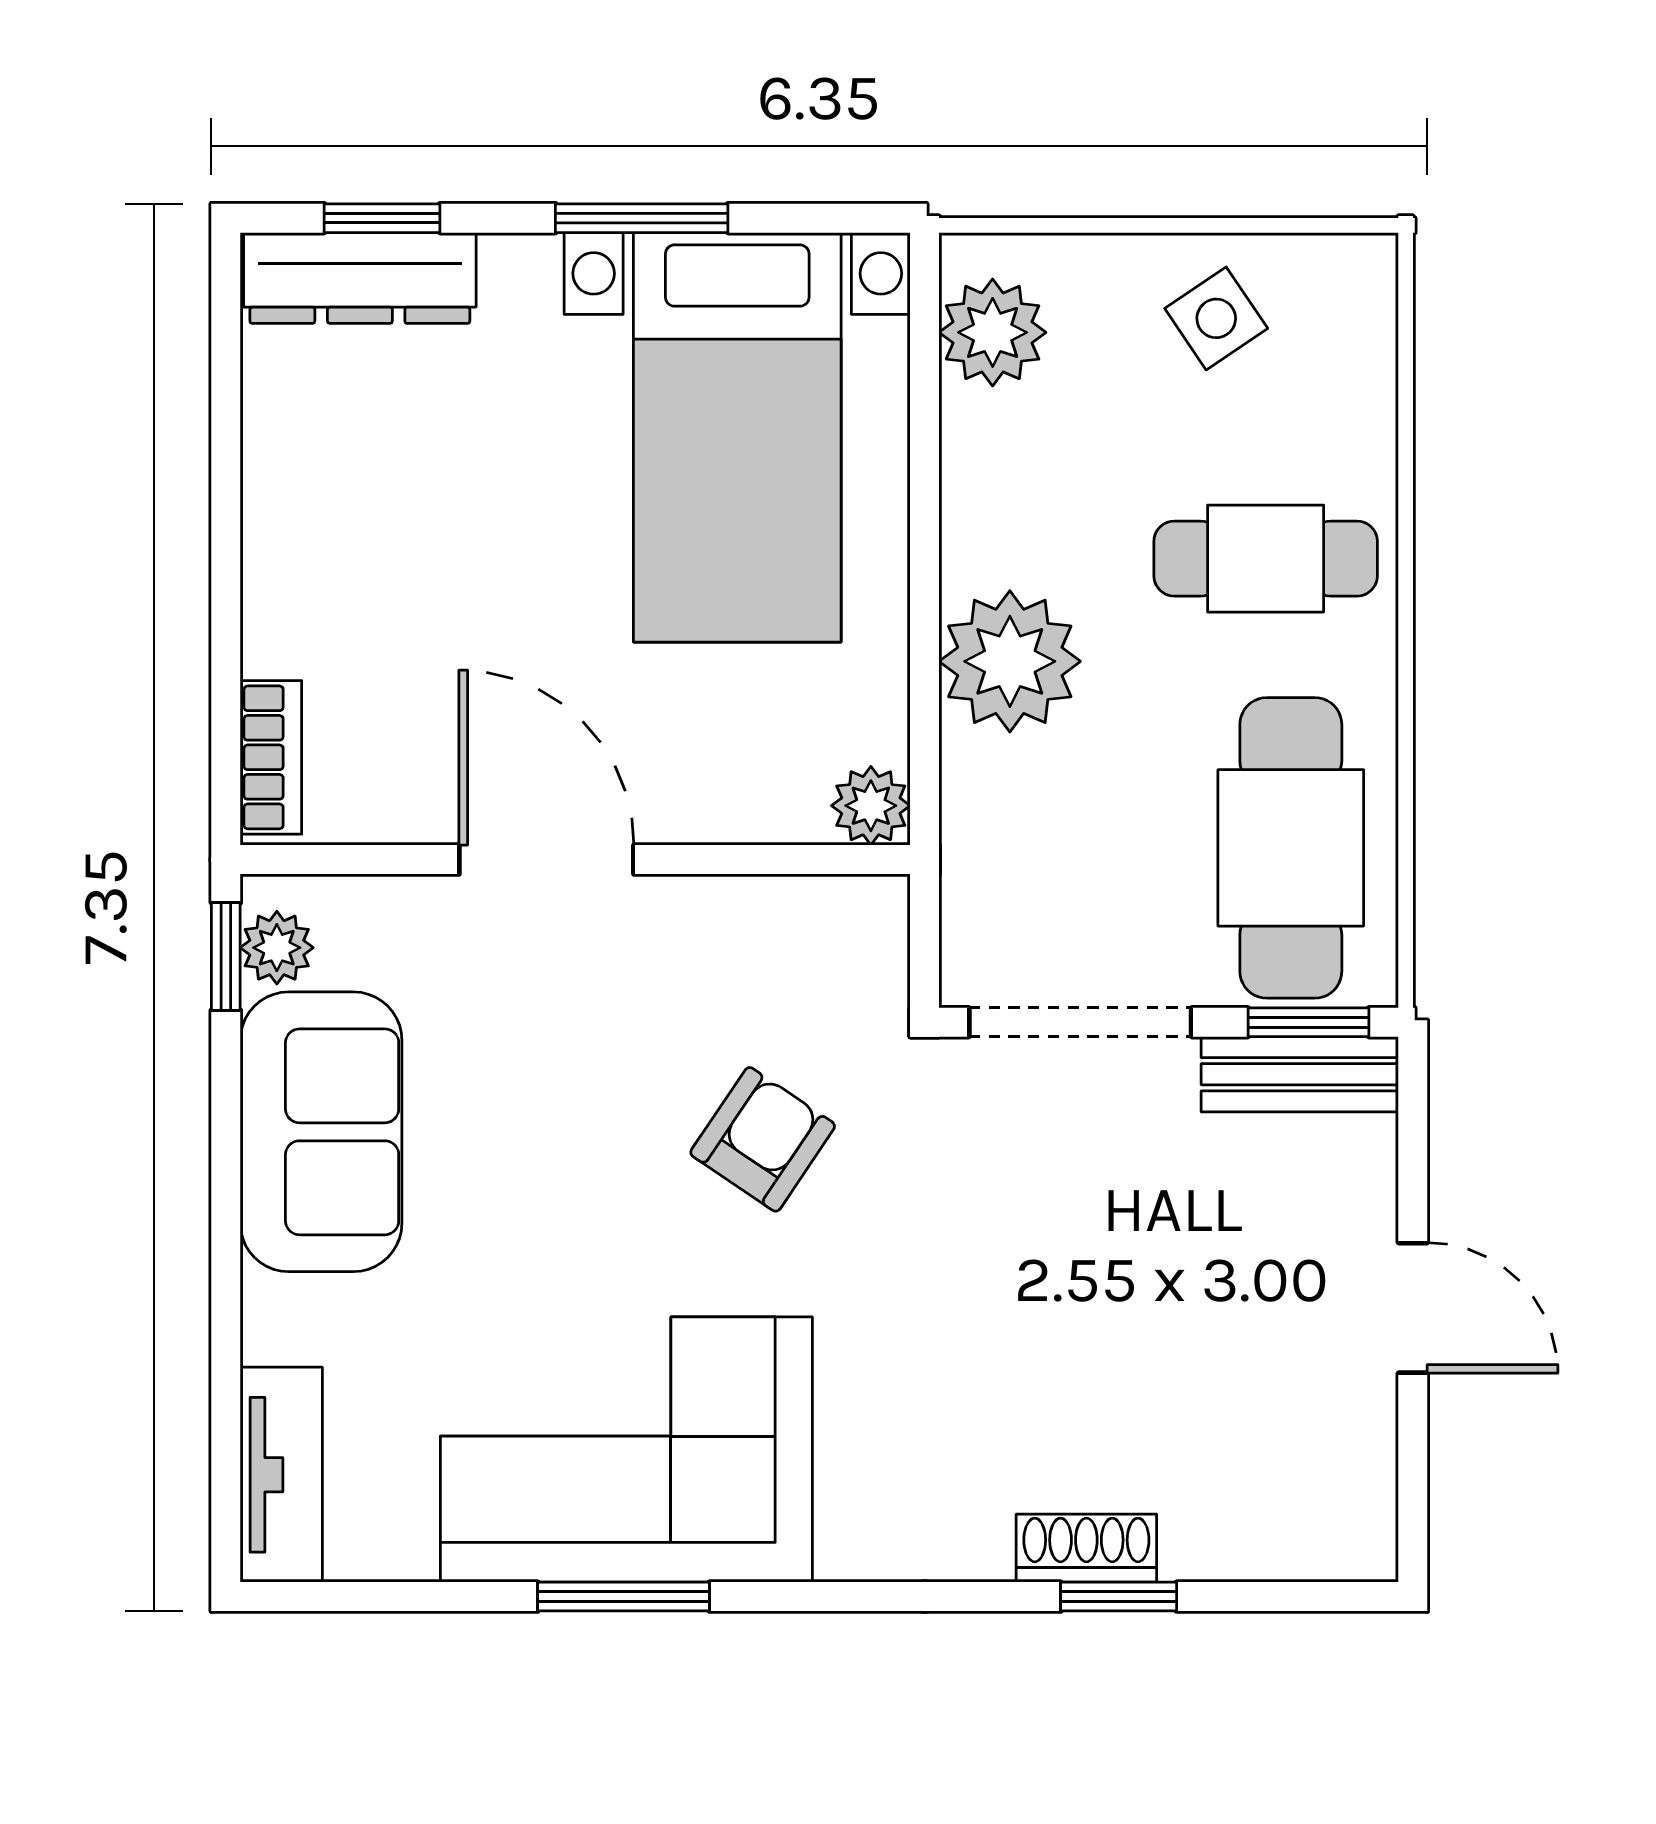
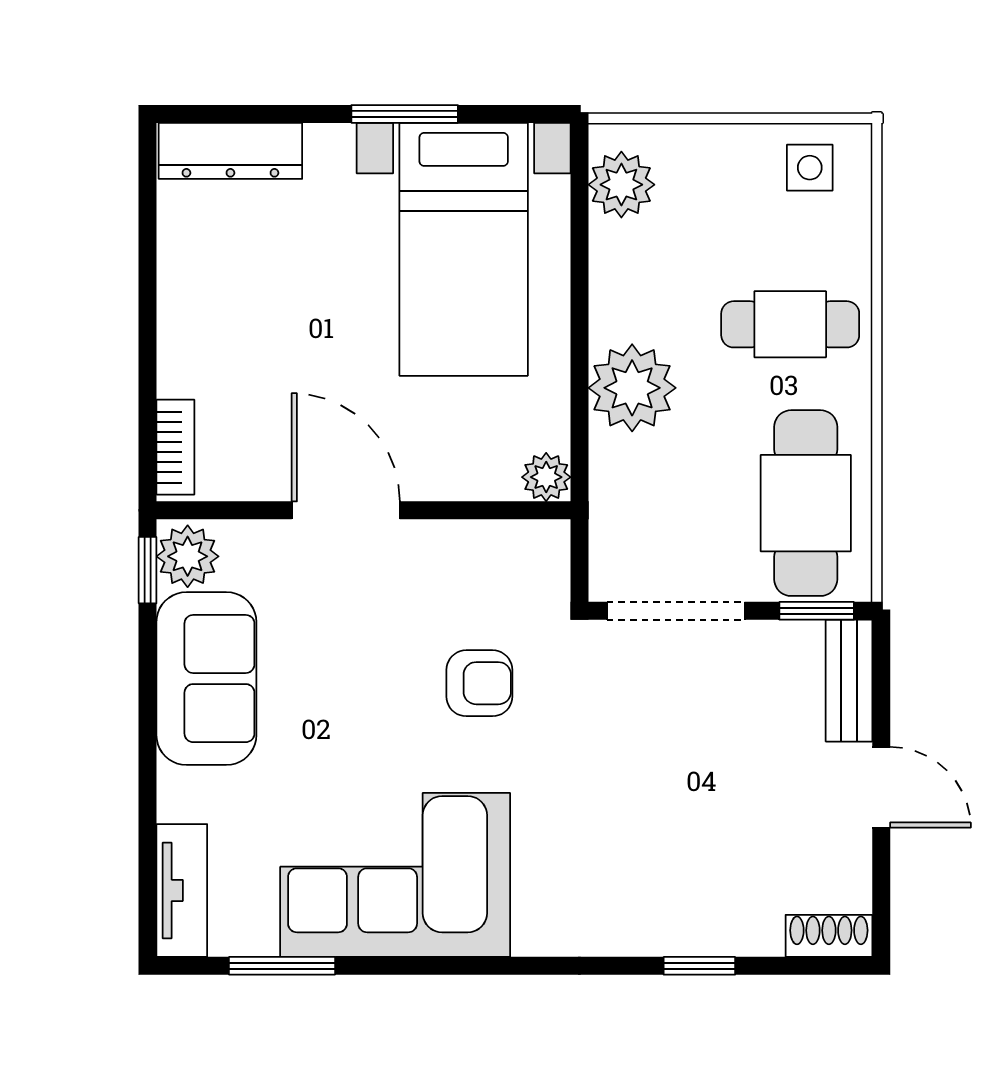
window: (382, 218) -> (244, 114), removed
side table: (1216, 318) -> (810, 168), moved, turned 34
plant: (277, 948) -> (188, 556), width x1.38, depth x1.38
bench: (1300, 1074) -> (849, 681), moved, turned 90
armchair: (763, 1139) -> (479, 683), turned 56
shoe rack: (1086, 1548) -> (829, 936), moved
window: (623, 1597) -> (282, 966), moved

